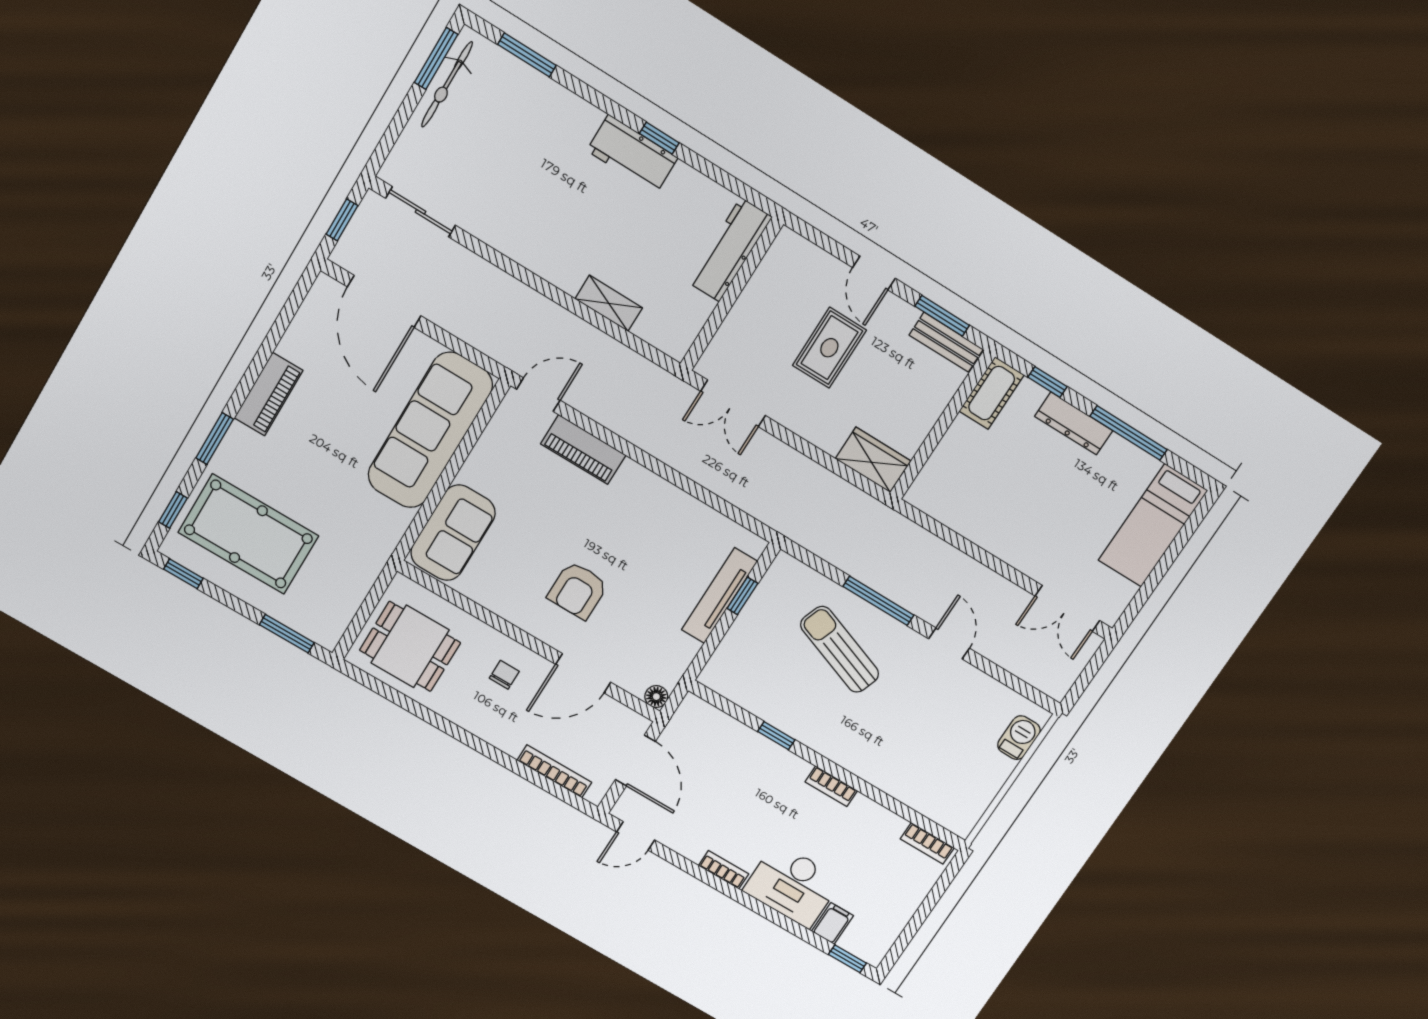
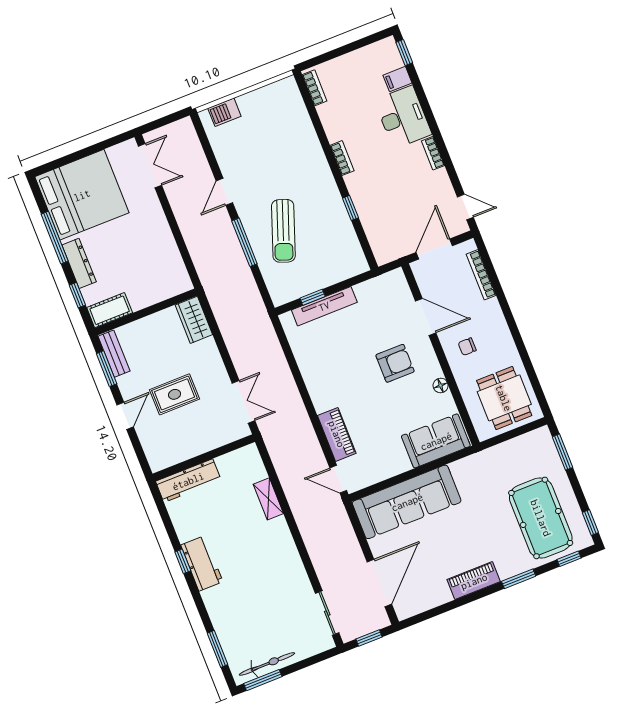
bed: (1153, 525) -> (82, 195), width x2.04
floor lamp: (656, 697) -> (441, 385), moved

